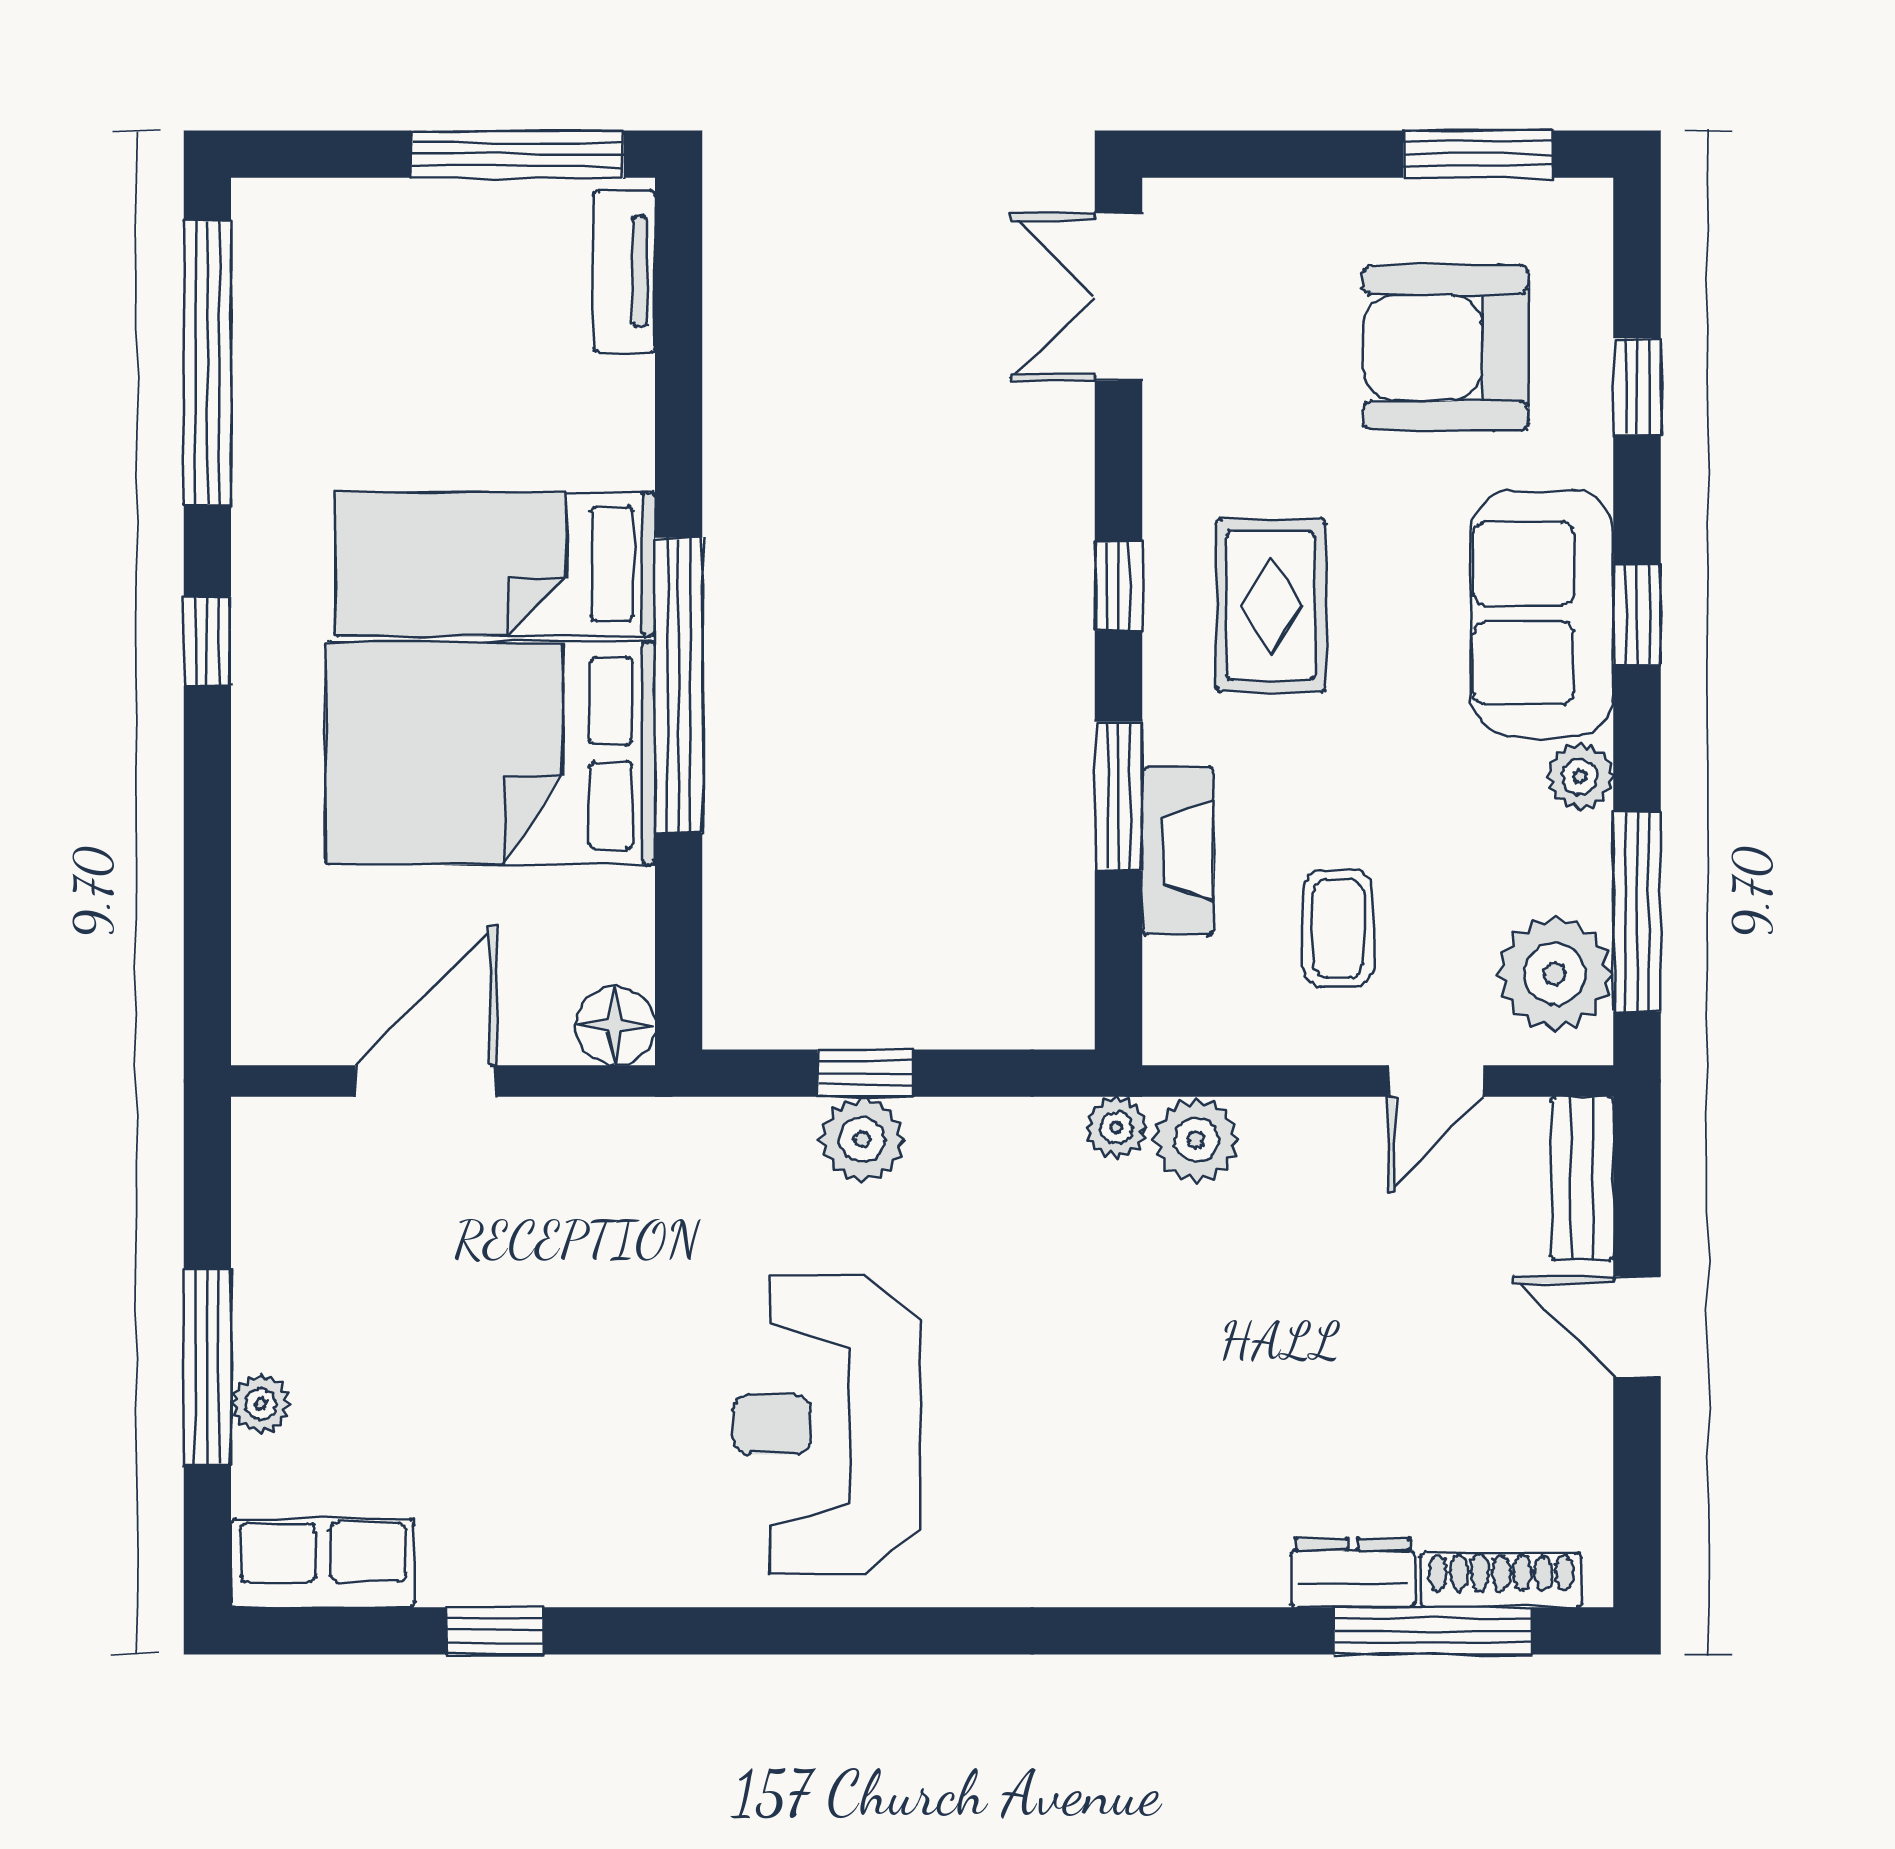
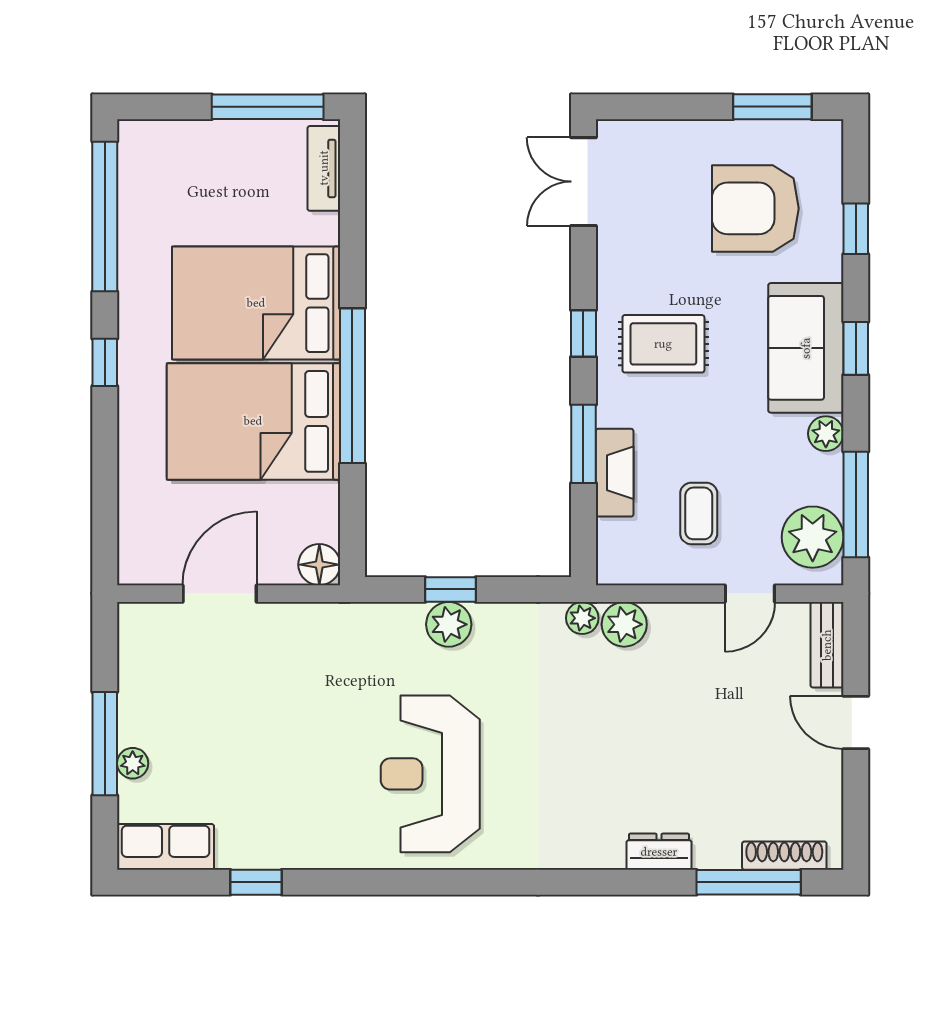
bed: (495, 564) -> (256, 303), width x1.50
rug: (1271, 606) -> (663, 344), turned 90
dresser: (1353, 1573) -> (659, 852), moved

